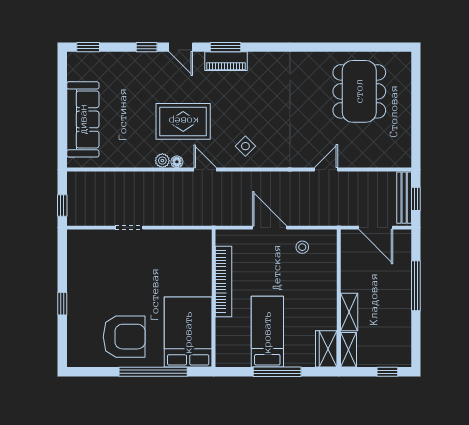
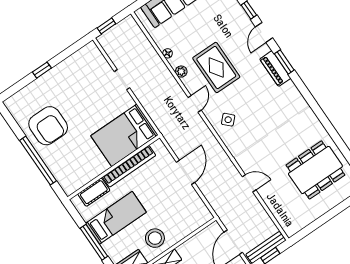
floor lamp: (177, 162) -> (168, 53), moved
stool: (302, 247) -> (155, 238), moved, width x1.89, depth x1.89
bed: (188, 332) -> (124, 135), moved, turned 180
cot: (225, 336) -> (94, 192), added

